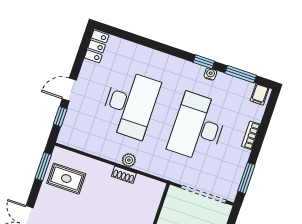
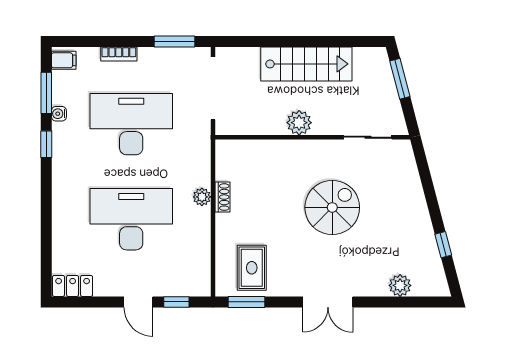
water cooler: (210, 74) -> (59, 114), moved
desk: (198, 127) -> (131, 124), turned 180

